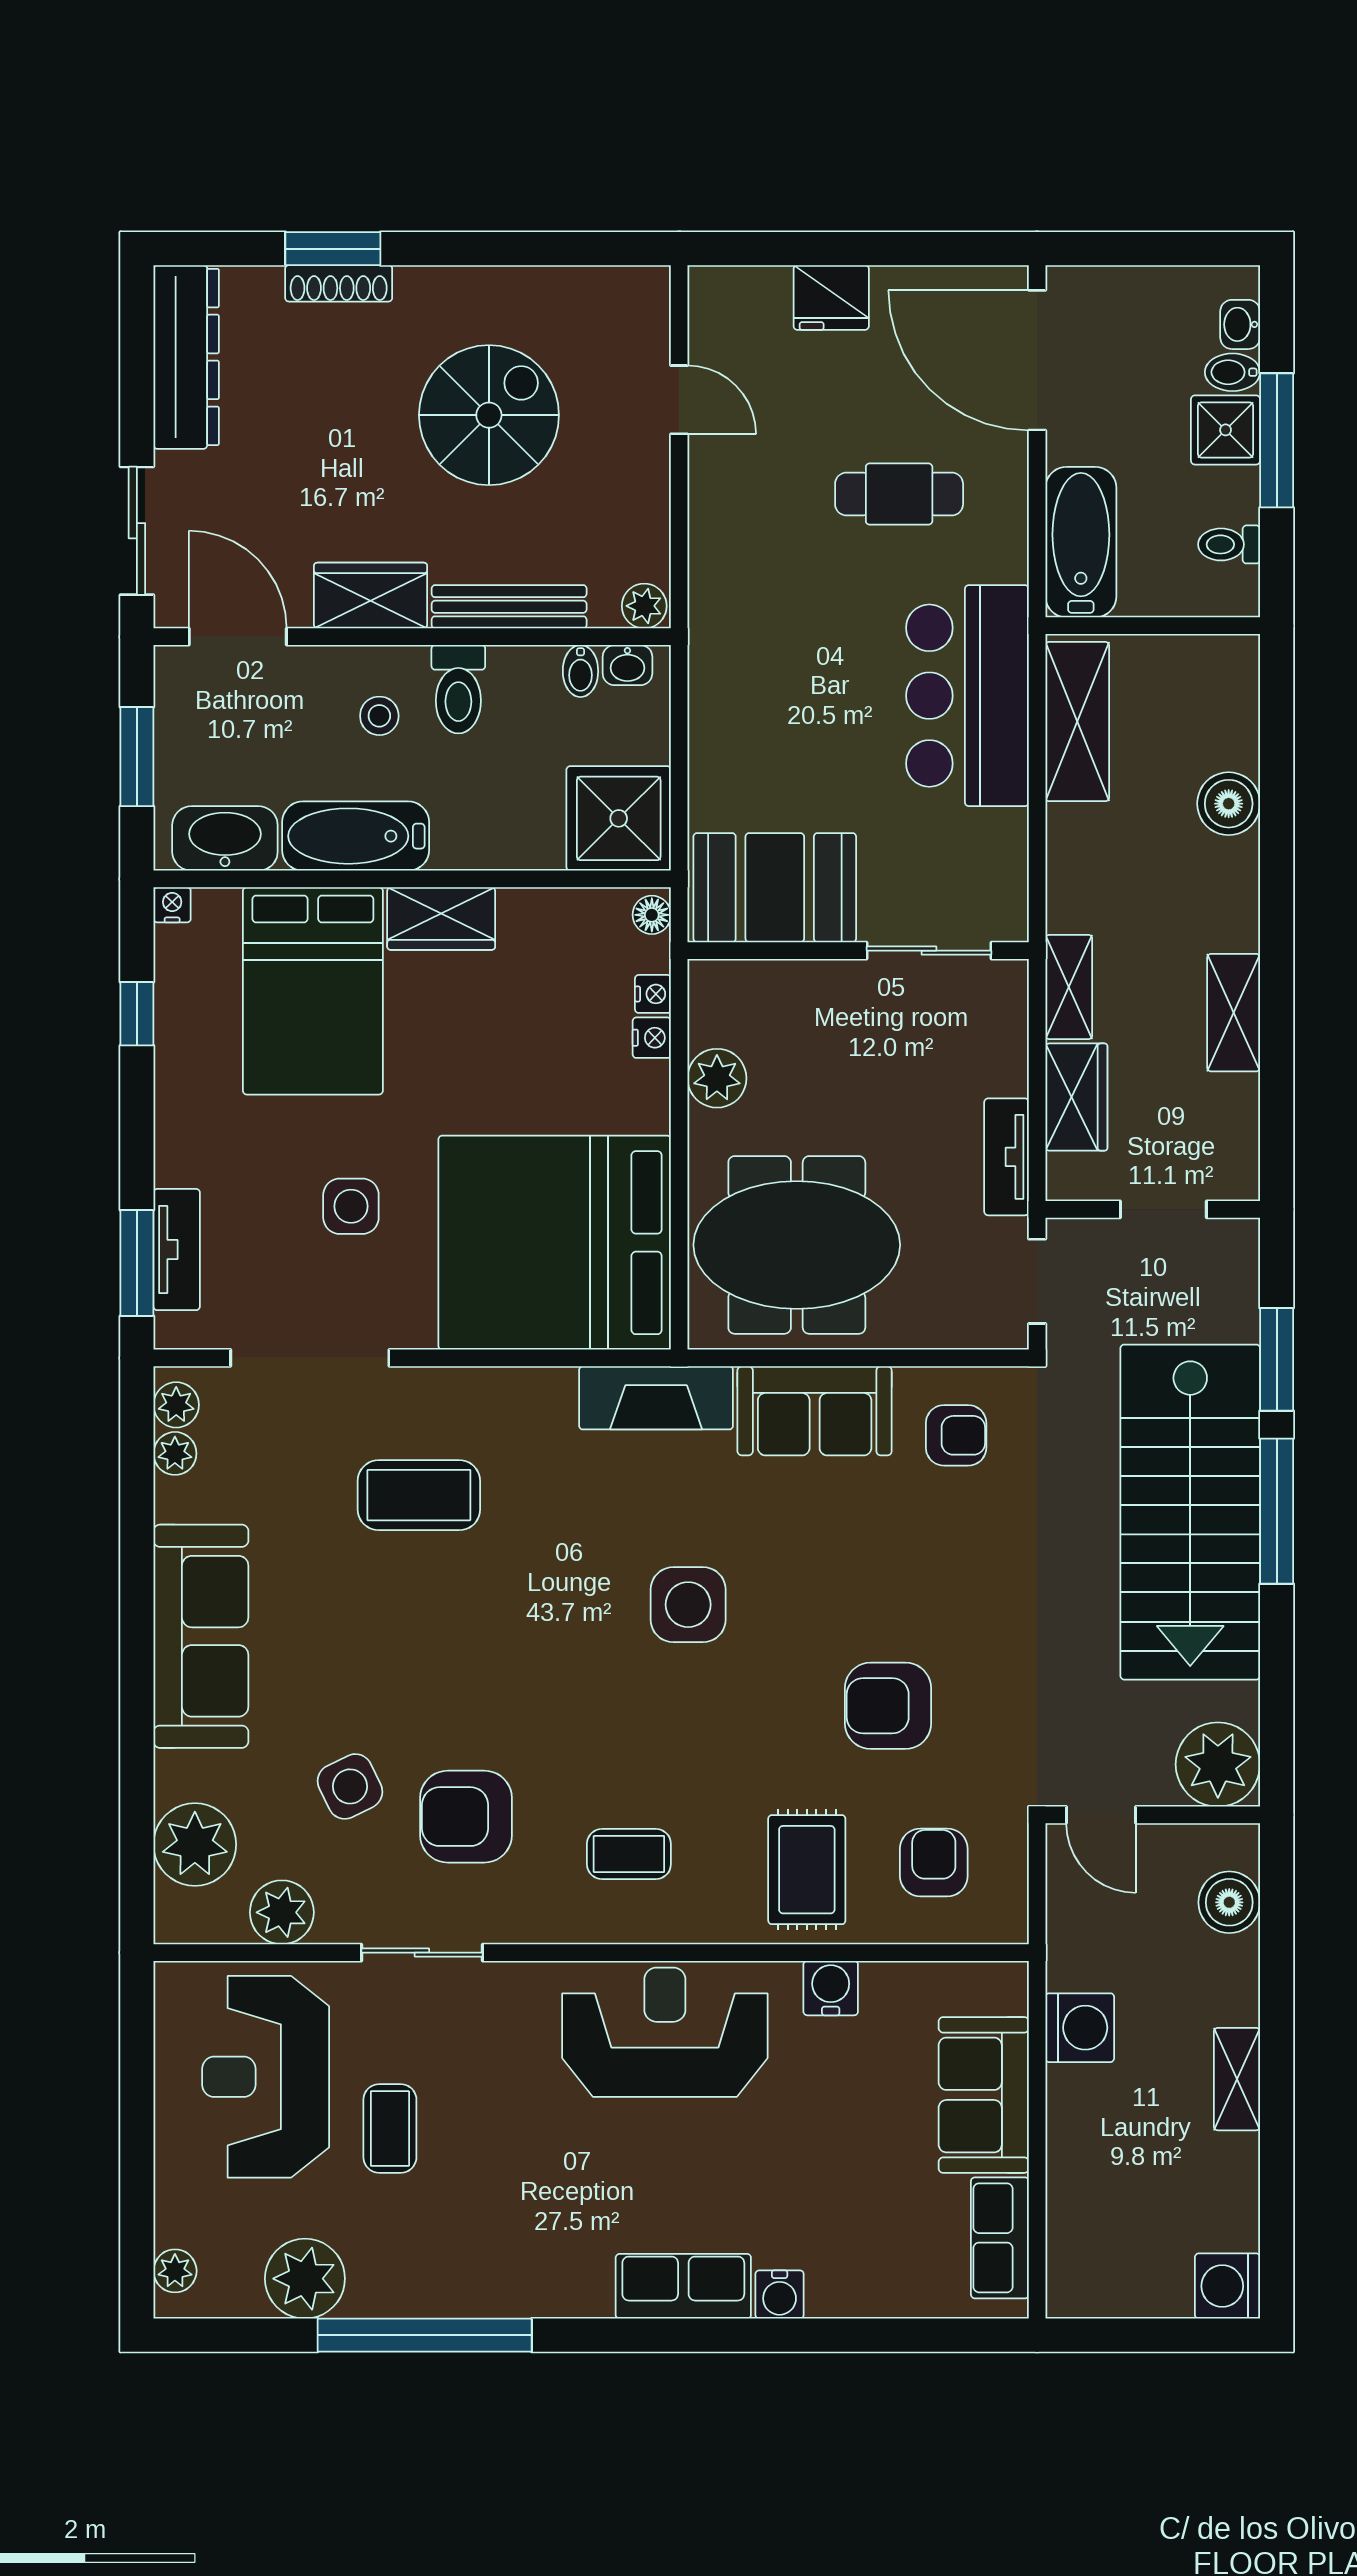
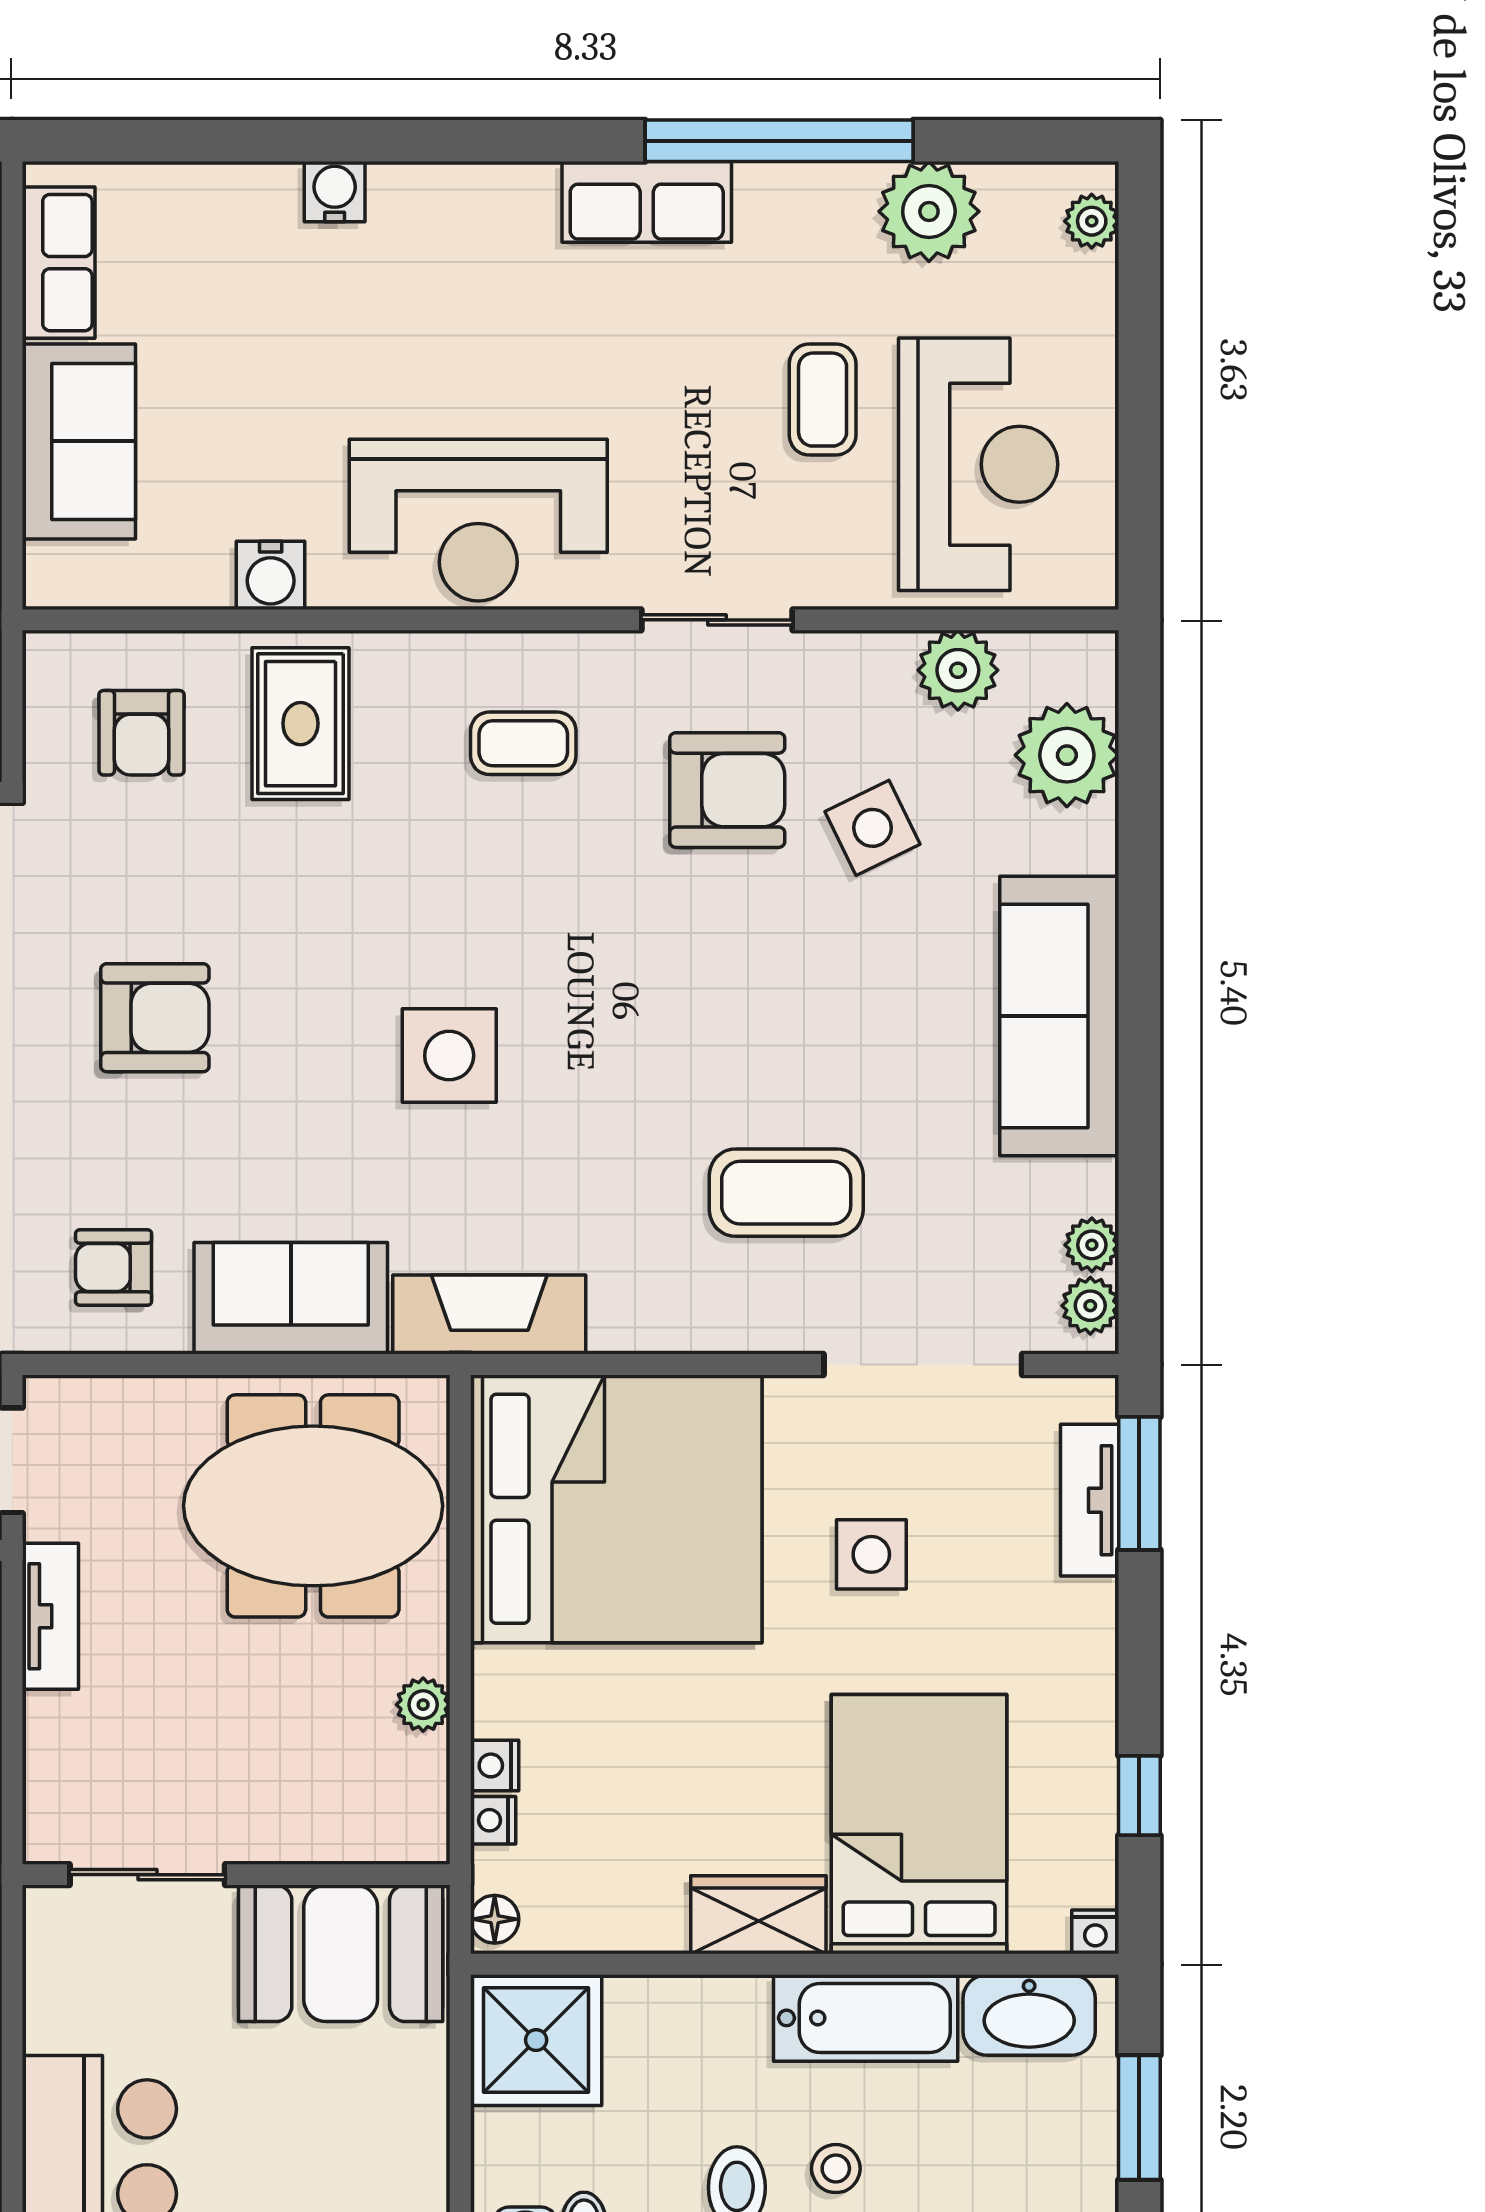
plant: (717, 1078) -> (423, 1705), width x0.73, depth x0.73
armchair: (888, 1706) -> (155, 1018), moved
sliding door: (422, 1953) -> (717, 620), moved
row of seats: (683, 2286) -> (647, 202), moved

